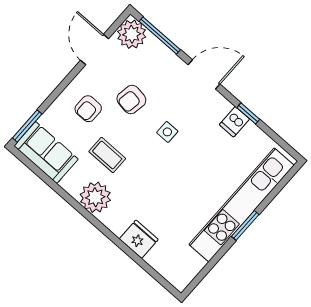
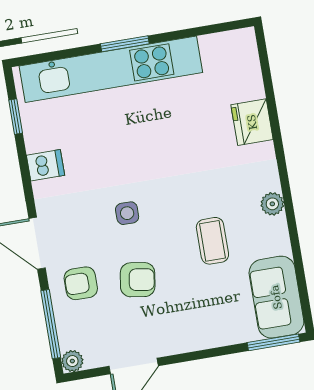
plant: (132, 34) -> (72, 361), width x0.53, depth x0.53
armchair: (88, 109) -> (81, 283), moved, turned 180
window: (248, 113) -> (16, 117), moved
plant: (95, 197) -> (272, 204), width x0.53, depth x0.53

